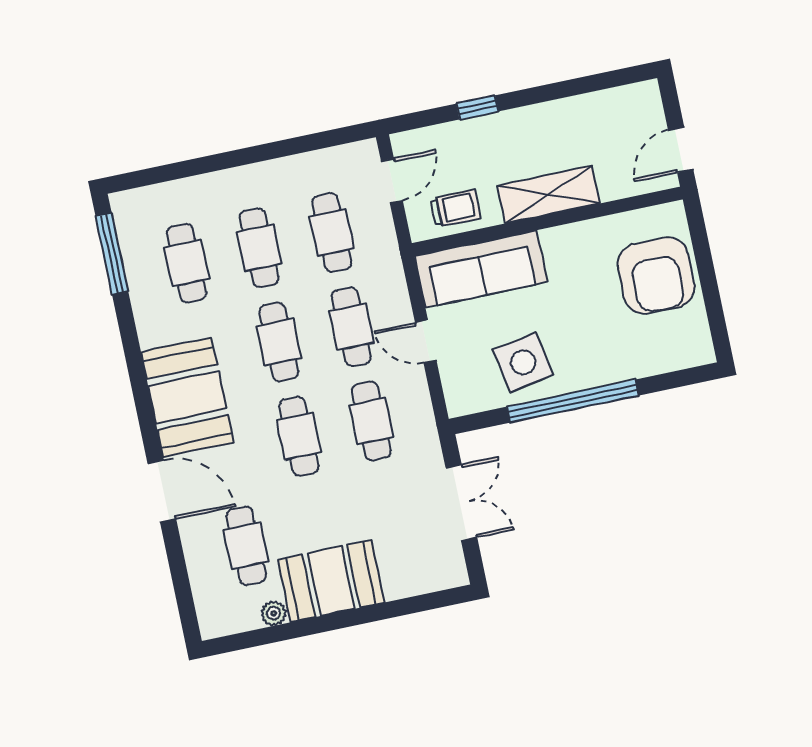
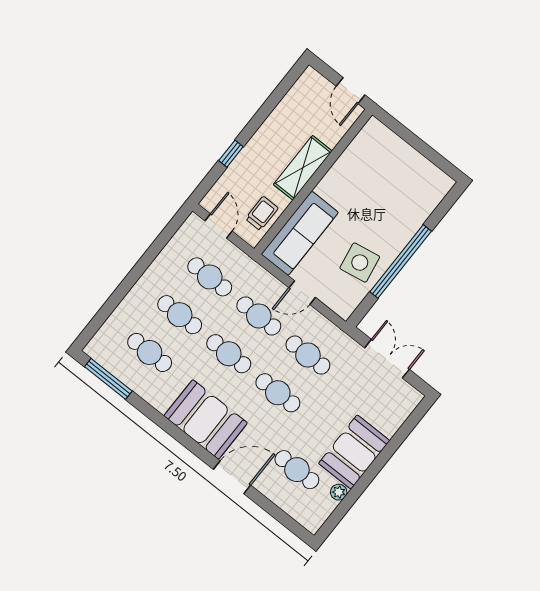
armchair: (656, 276) -> (390, 164), removed

